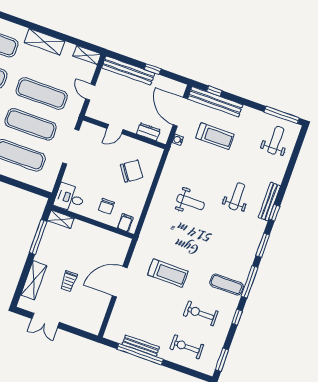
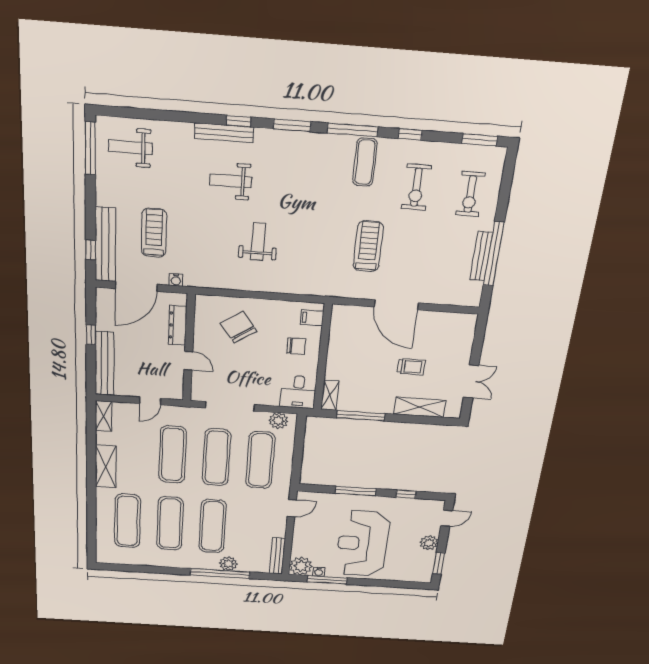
dresser: (148, 132) -> (178, 325), width x1.44
plant: (50, 178) -> (278, 421), added

